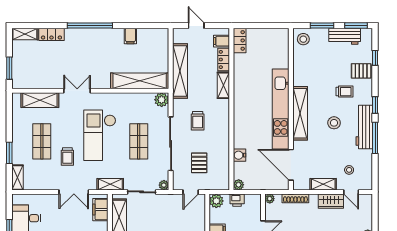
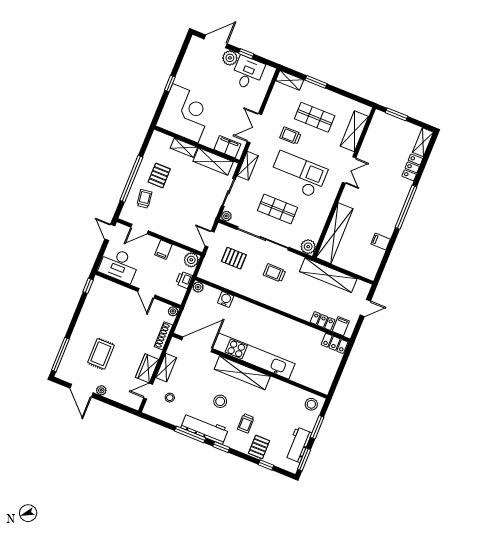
shelving: (223, 85) -> (298, 311), removed

